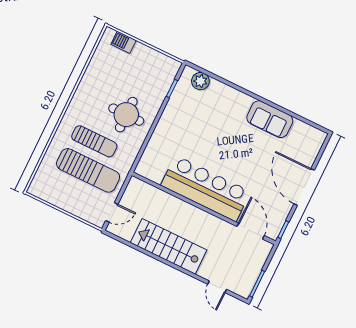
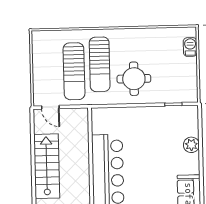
plant: (200, 81) -> (191, 145), moved
sun lounger: (94, 141) -> (100, 64), width x1.36, depth x1.34

